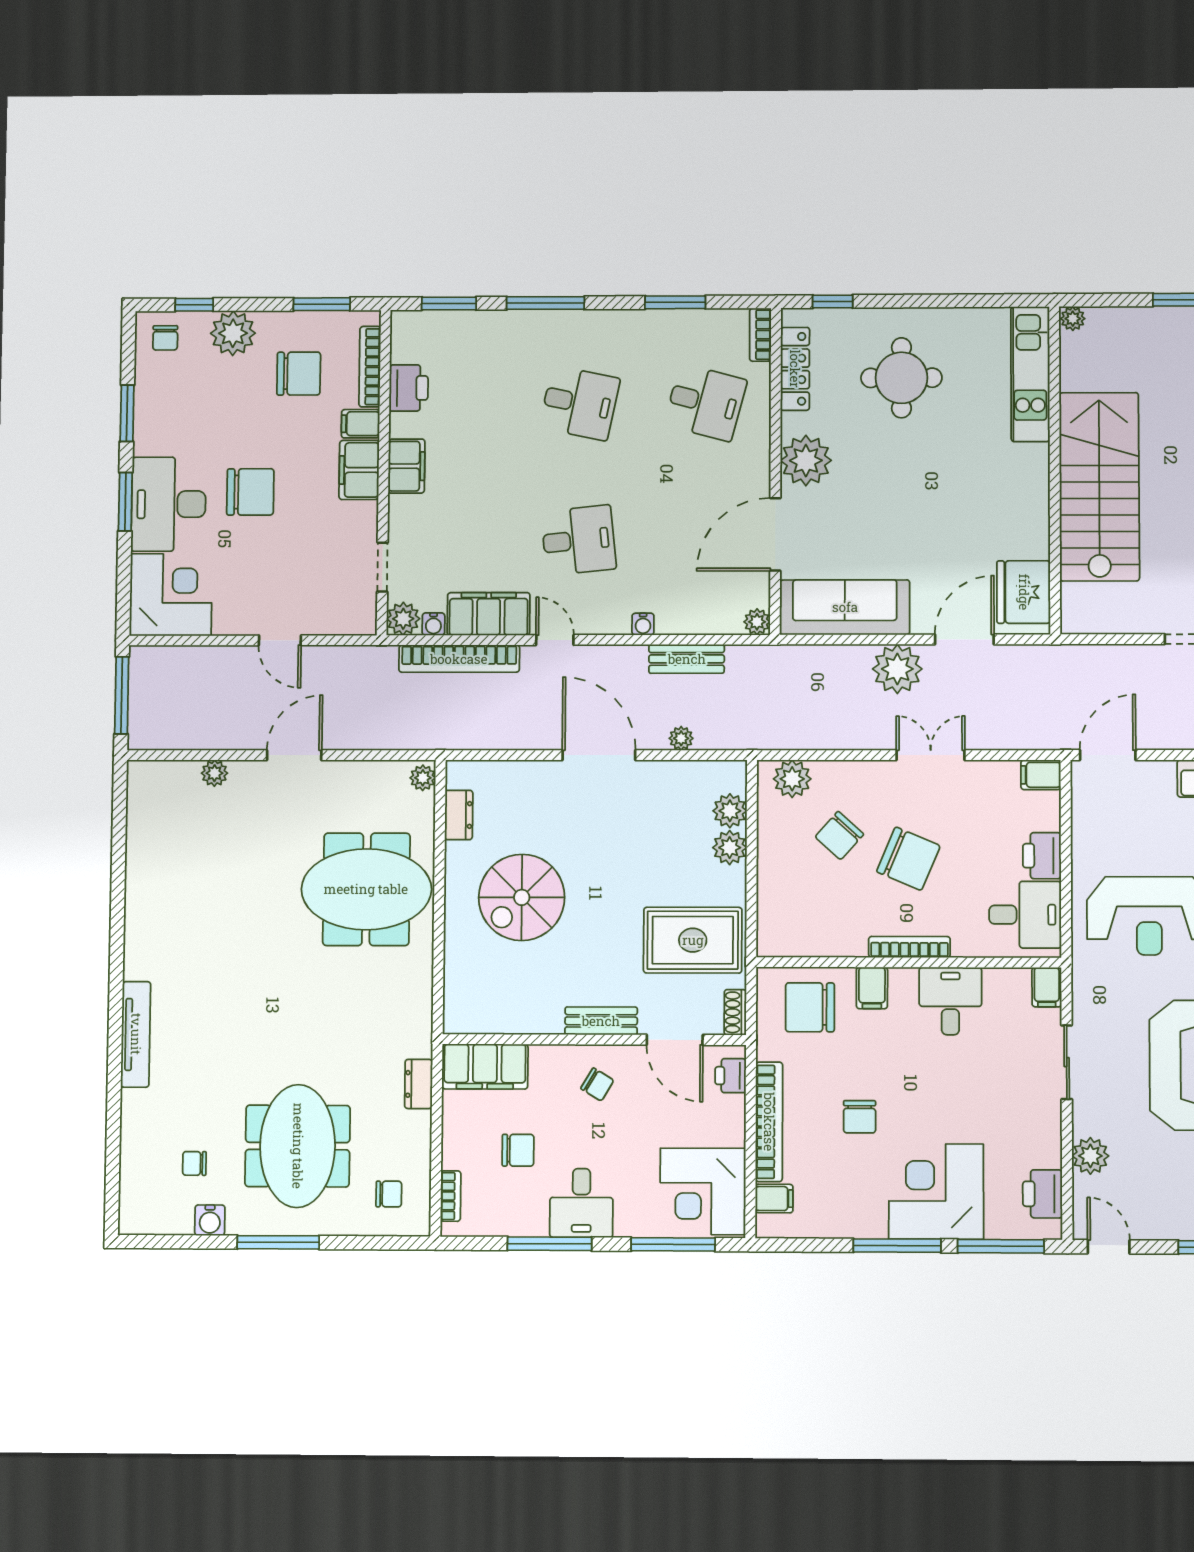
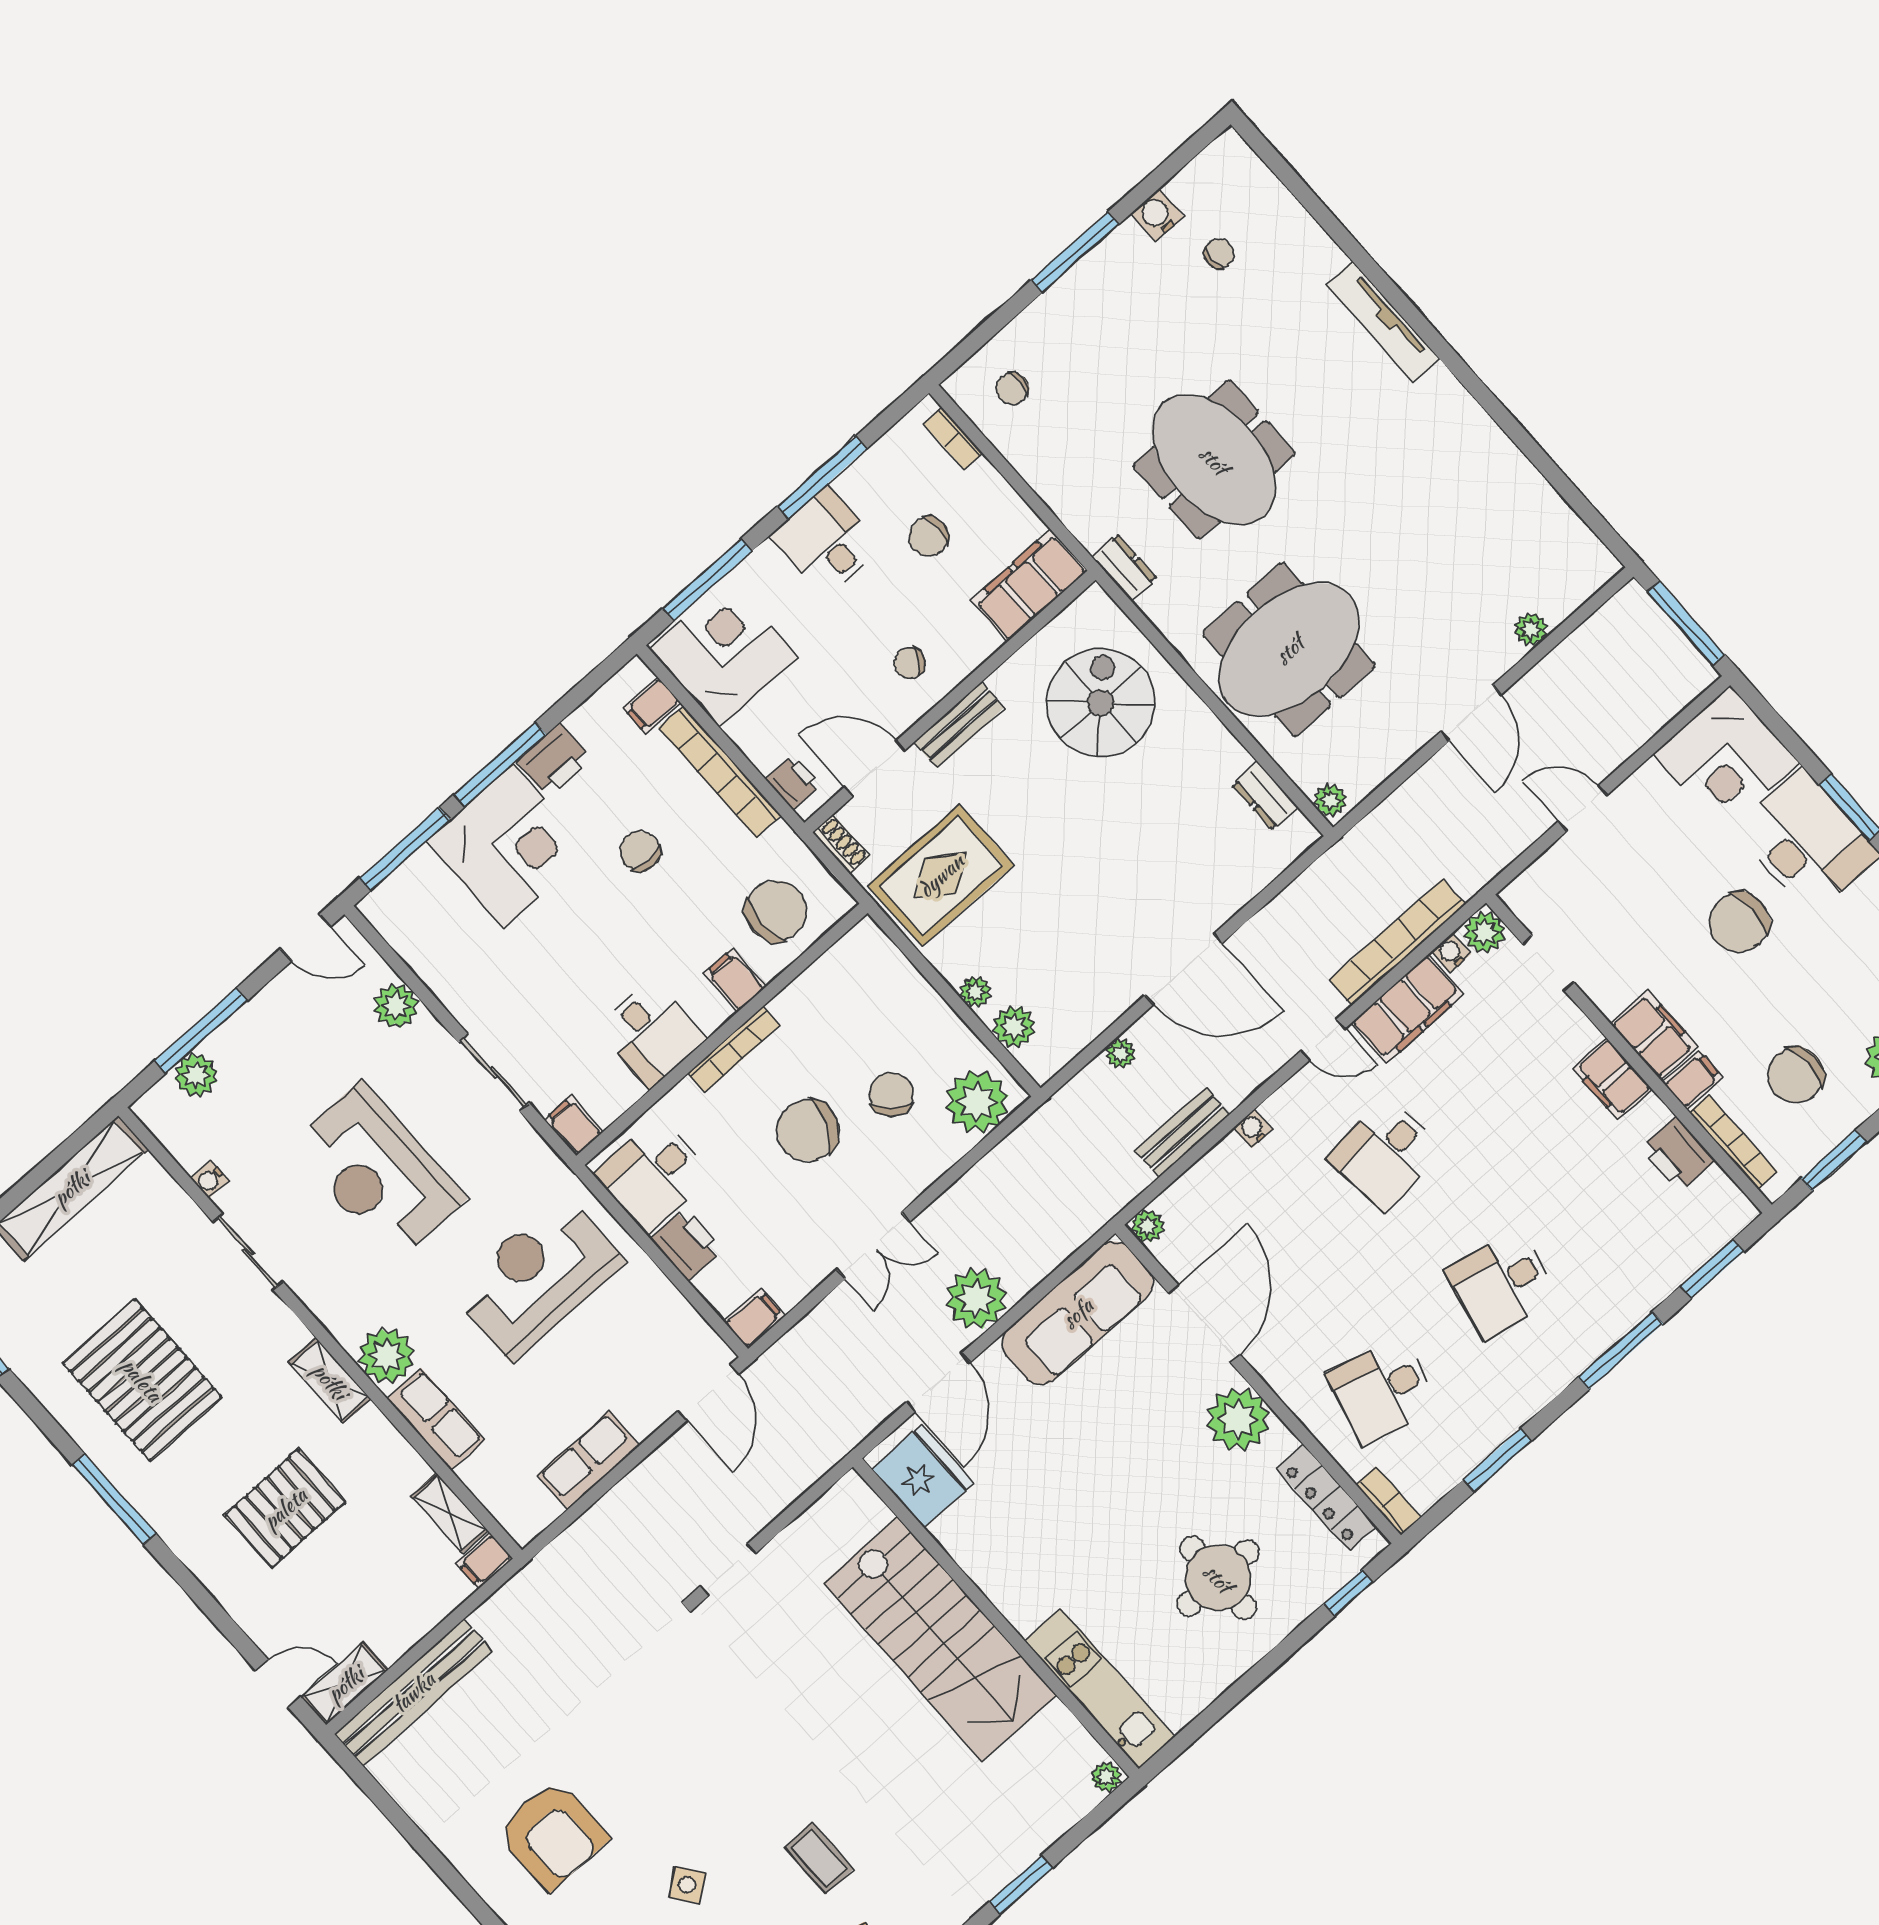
plant: (792, 779) -> (977, 1102), width x1.36, depth x1.36
plant: (730, 848) -> (975, 992), width x0.73, depth x0.73
spiral stairs: (522, 897) -> (1101, 703), moved
dresser: (419, 1084) -> (1124, 568), moved
meeting table: (298, 1146) -> (1214, 460), moved
printer: (1043, 1194) -> (554, 760), moved, turned 90

